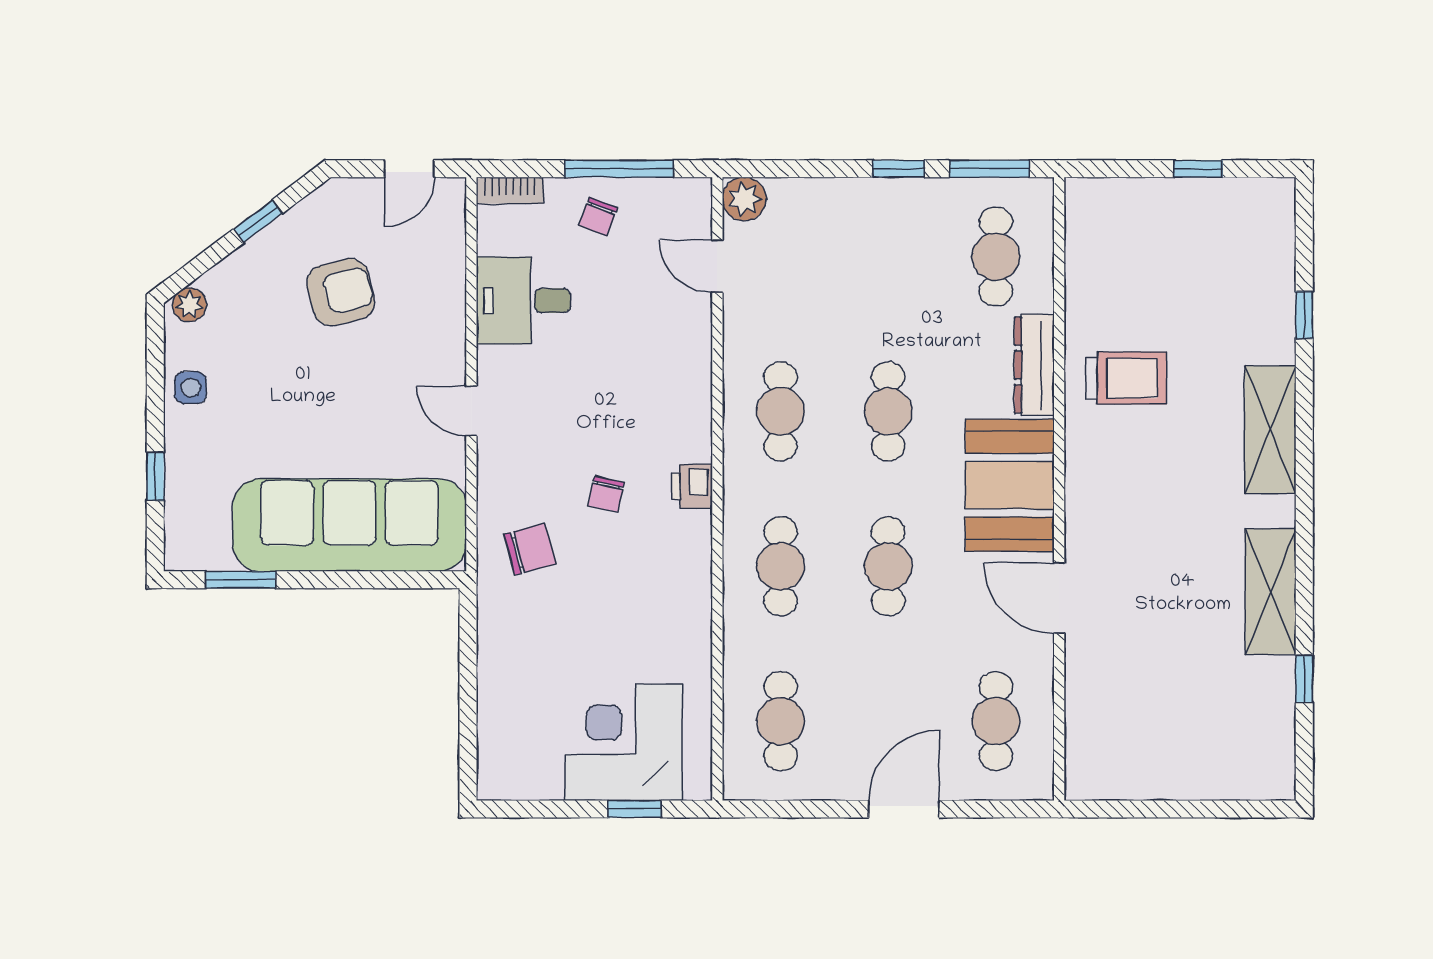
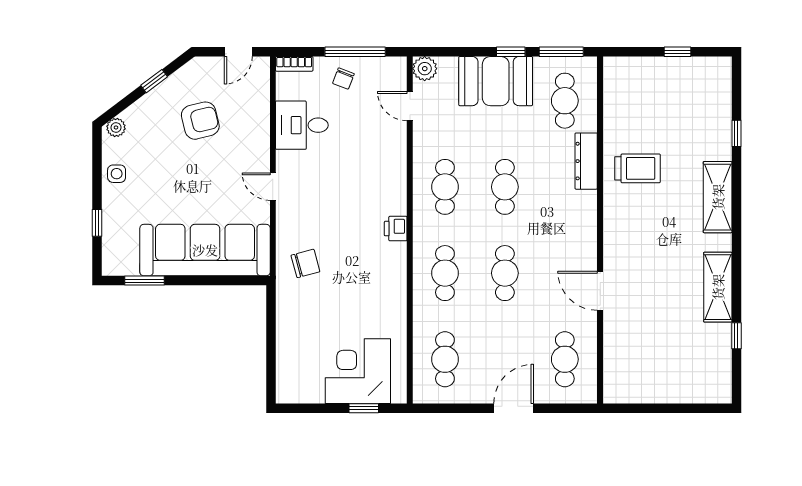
booth: (1010, 485) -> (496, 81), moved, turned 90
chair: (606, 494) -> (348, 233), removed

